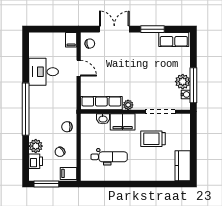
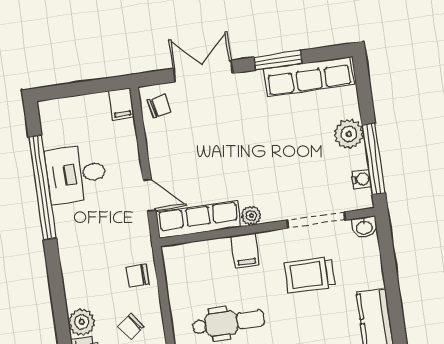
row of seats: (174, 39) -> (309, 77), width x1.48
door: (79, 68) -> (149, 195), moved
plant: (183, 82) -> (349, 134), moved
window: (26, 109) -> (42, 187), moved
washbasin: (103, 119) -> (364, 227), moved
filing cabinet: (123, 122) -> (245, 250), width x0.50

